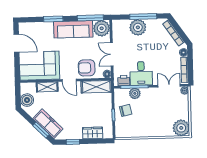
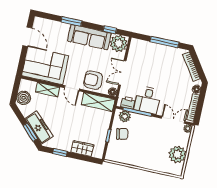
window: (90, 18) -> (110, 30), width x0.46
plant: (138, 27) -> (156, 52), removed
plant: (135, 93) -> (125, 116), moved
plant: (181, 128) -> (177, 154), moved

